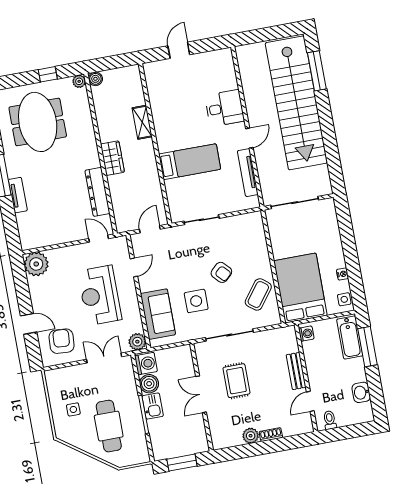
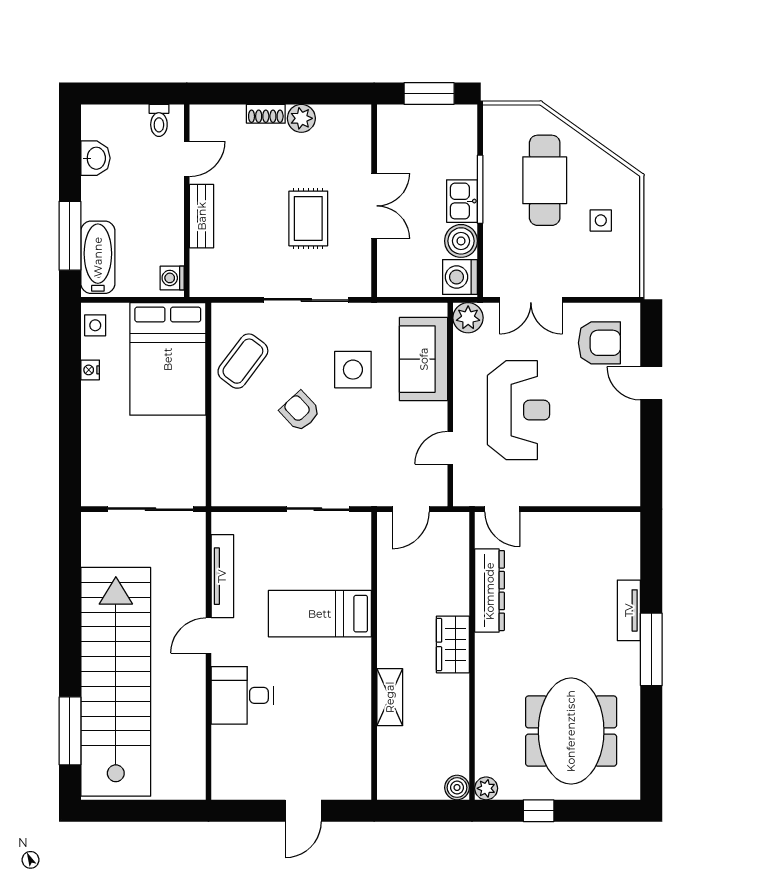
plant: (36, 264) -> (619, 485), removed
armchair: (62, 341) -> (599, 343), turned -94

